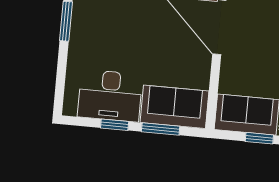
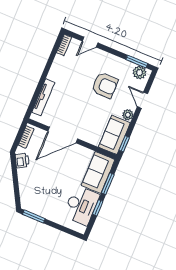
window: (259, 138) -> (124, 144), moved

